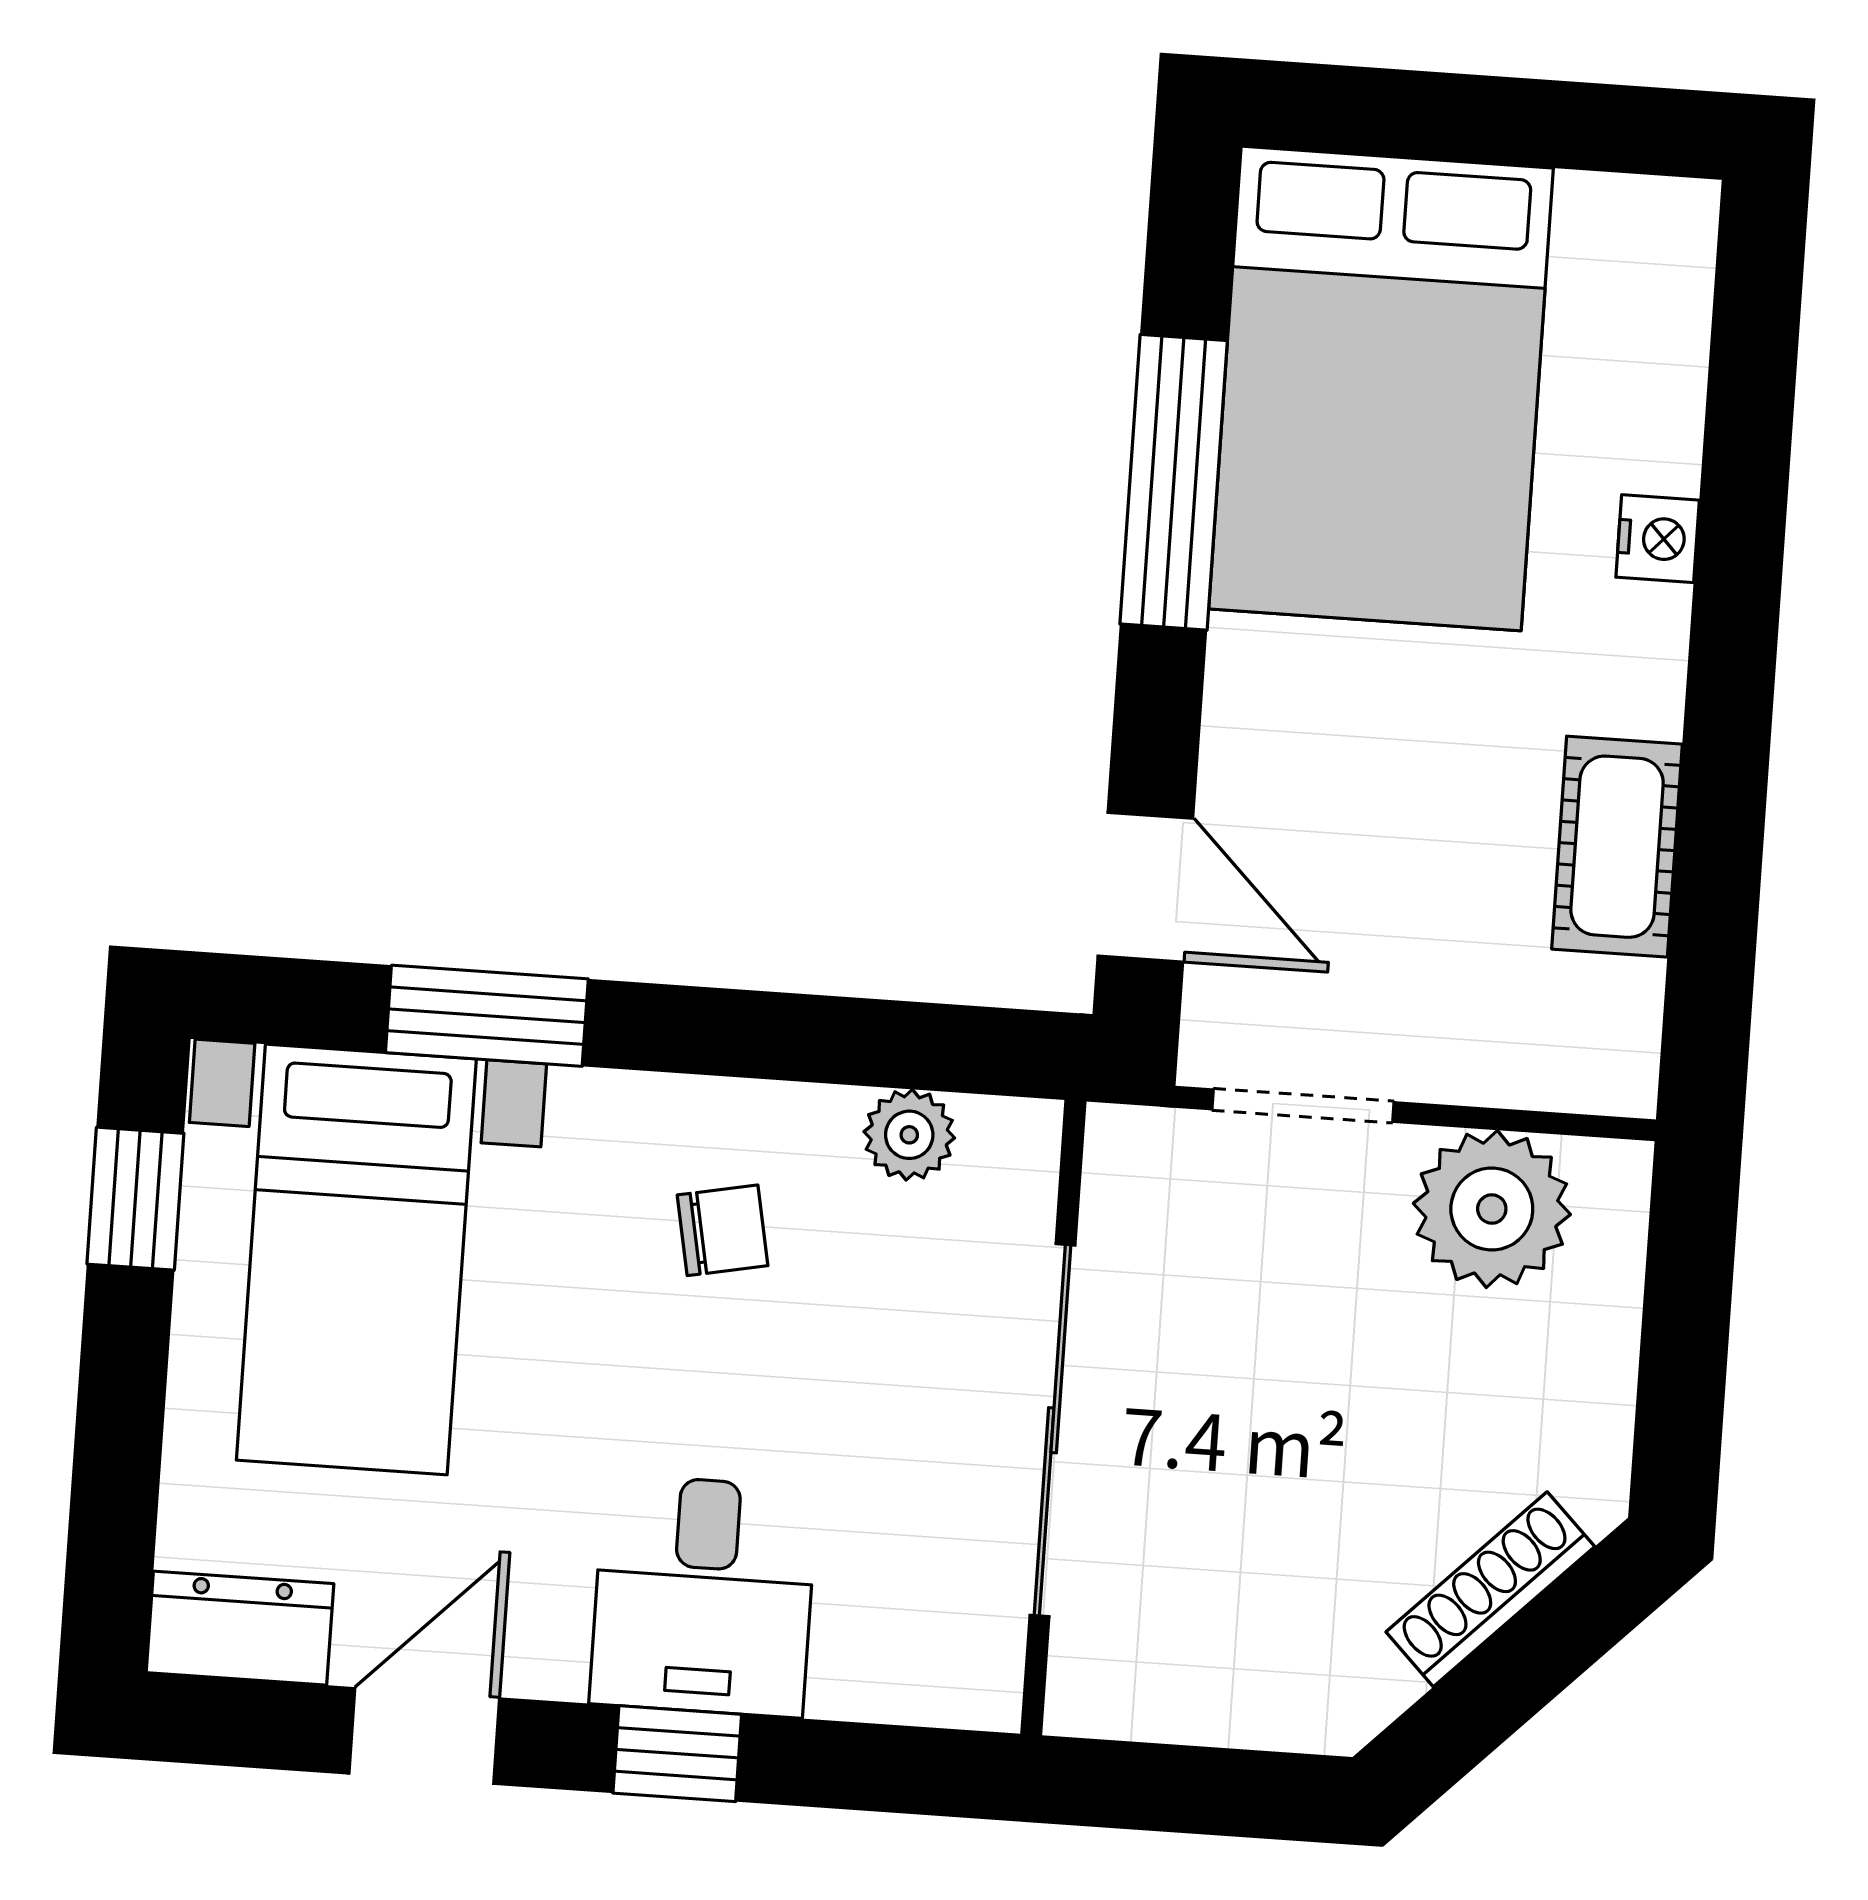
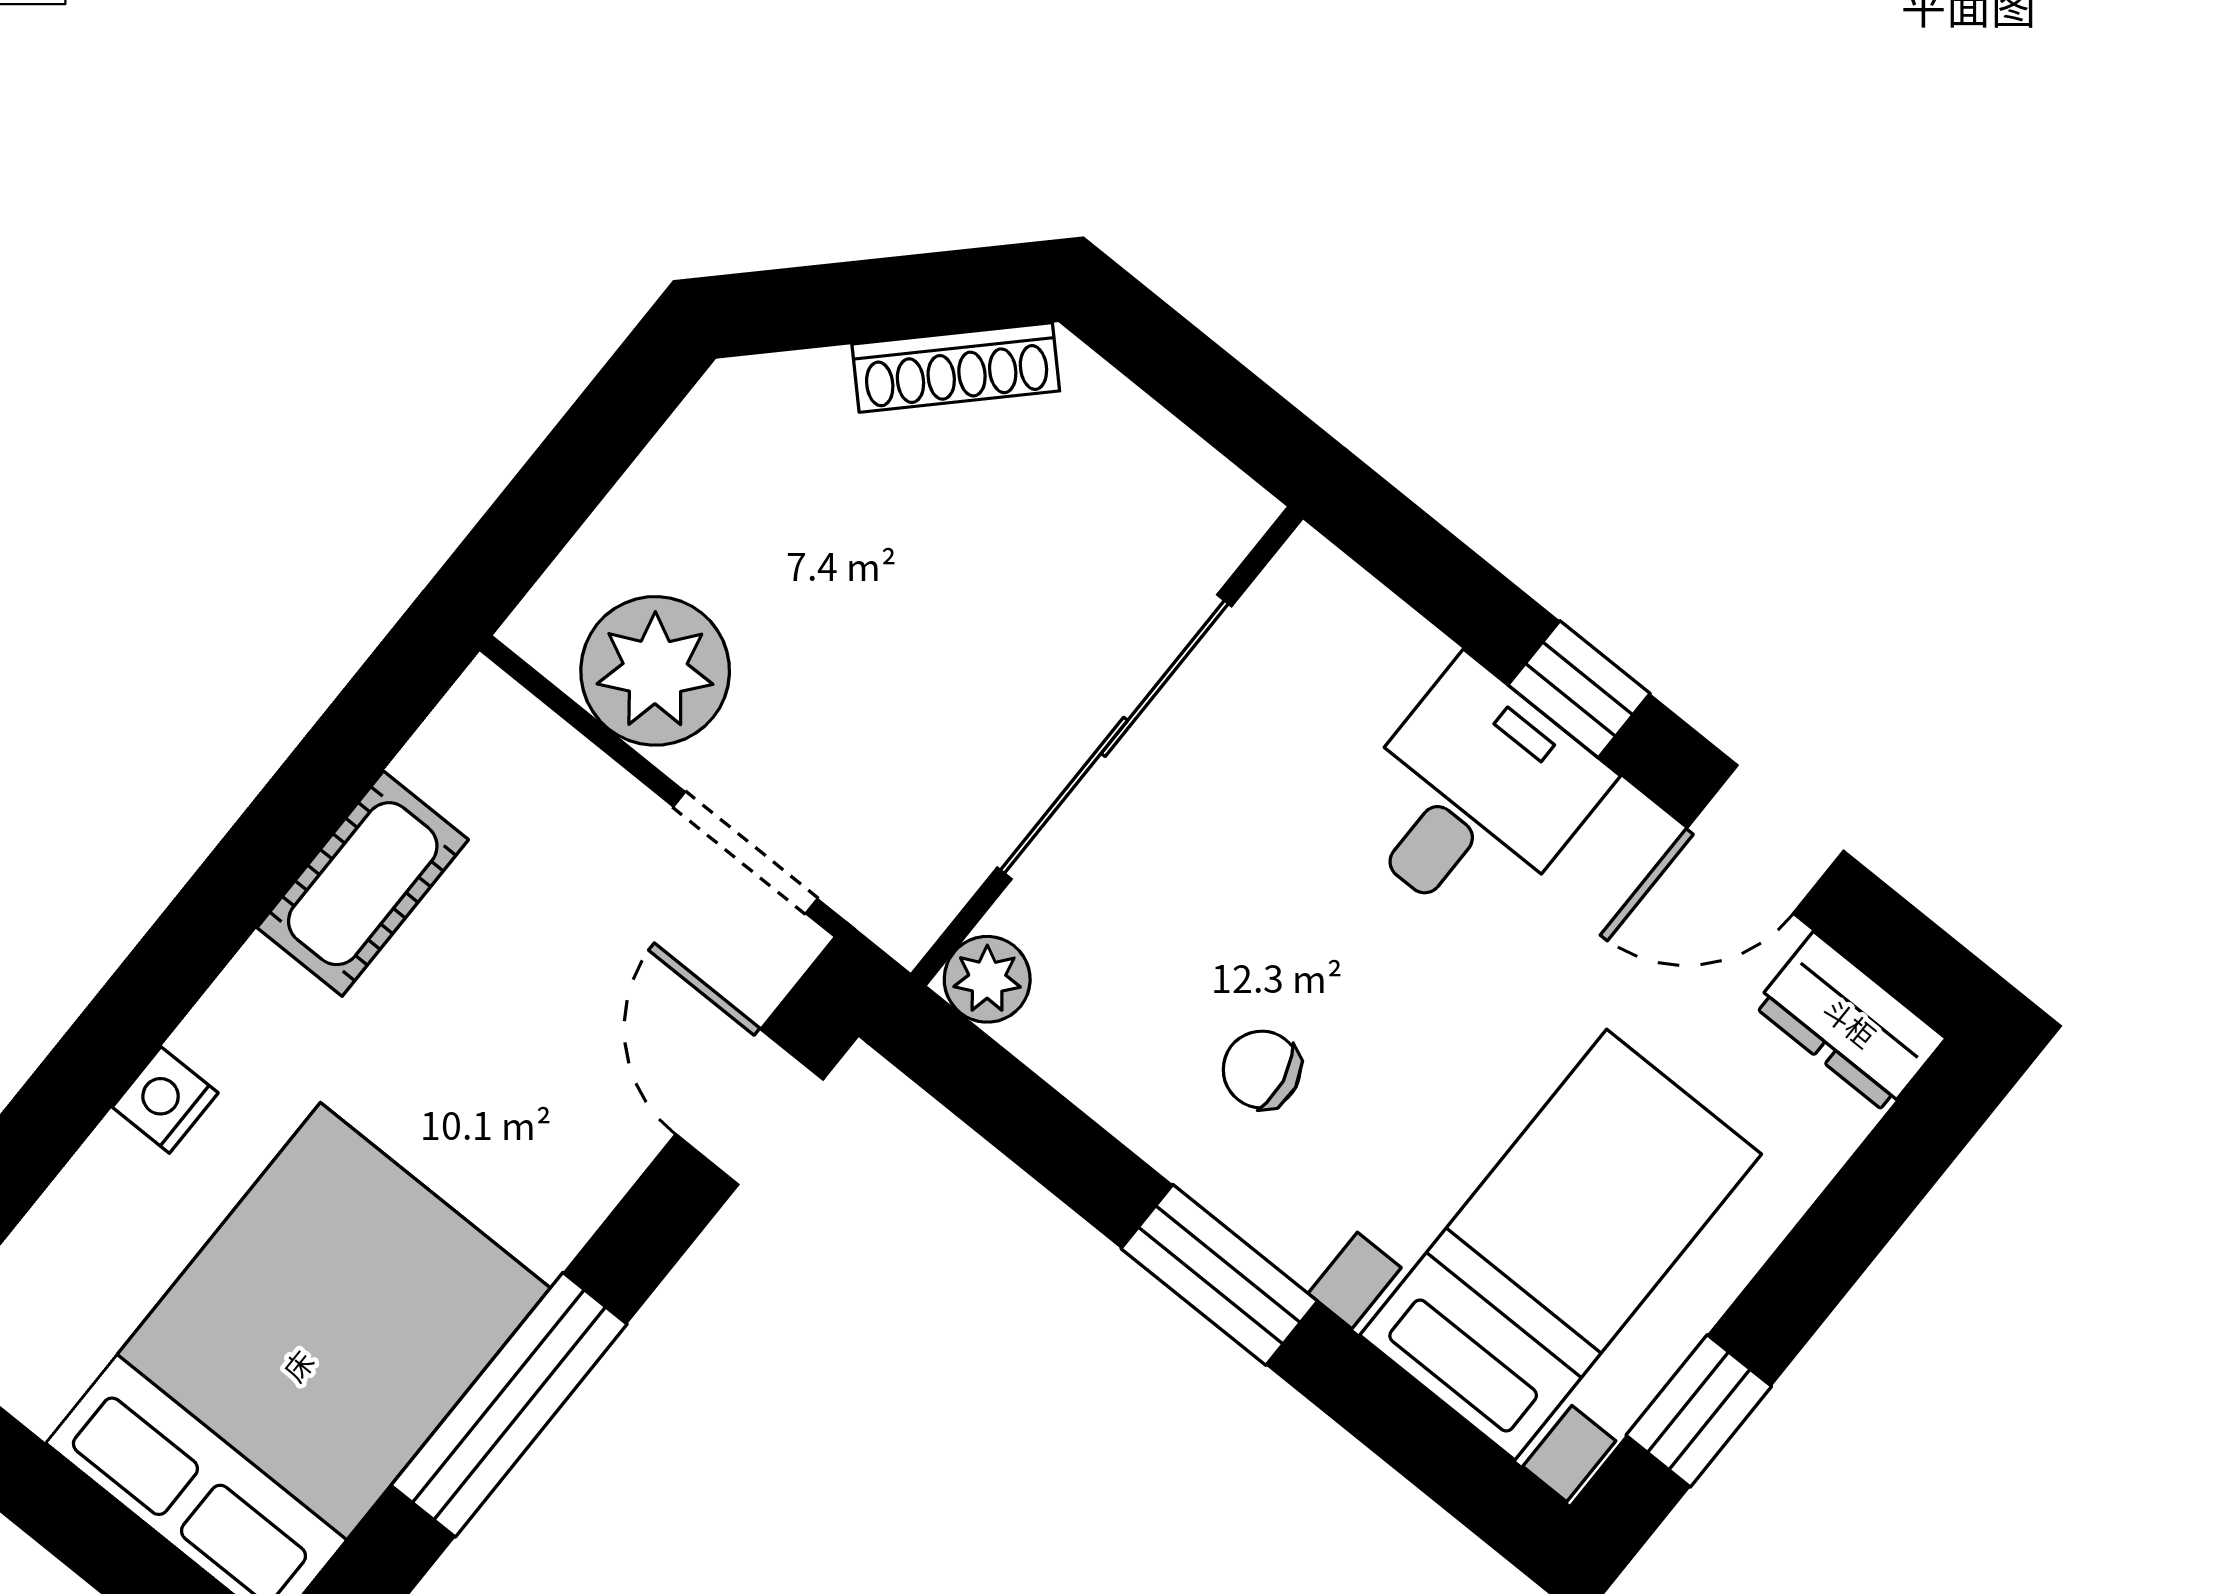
window: (487, 1016) -> (1219, 1275), moved
plant: (909, 1135) -> (987, 979), moved
shoe rack: (1490, 1589) -> (956, 368), moved

